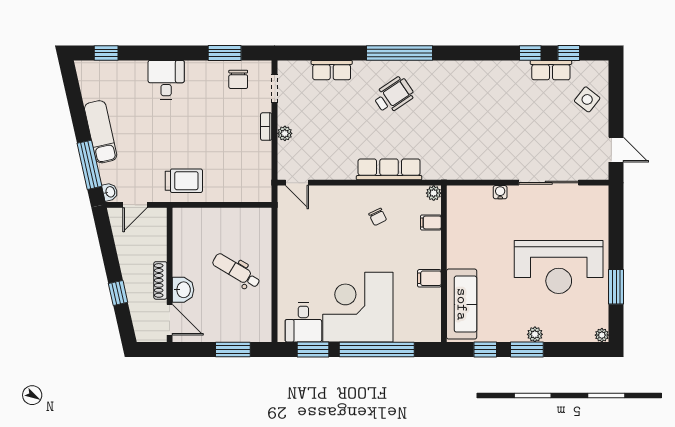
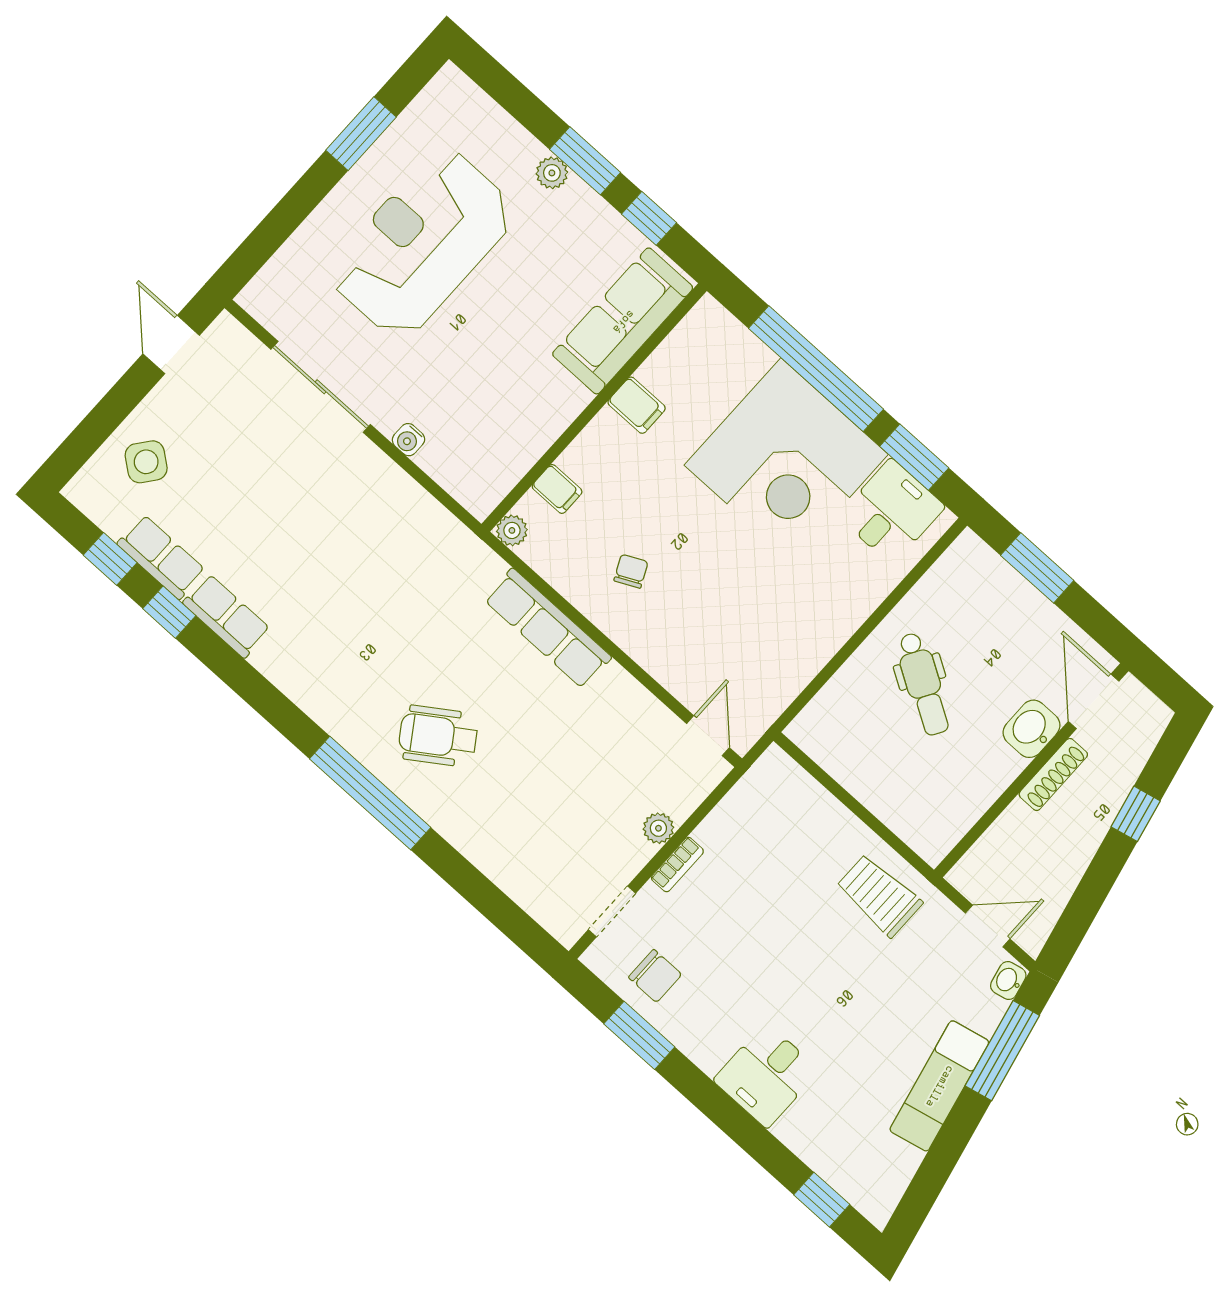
row of seats: (332, 70) -> (227, 616), moved
chair: (238, 79) -> (655, 976), turned 90
reception desk: (559, 267) -> (422, 243), turned -90
plant: (602, 335) -> (450, 79), removed

